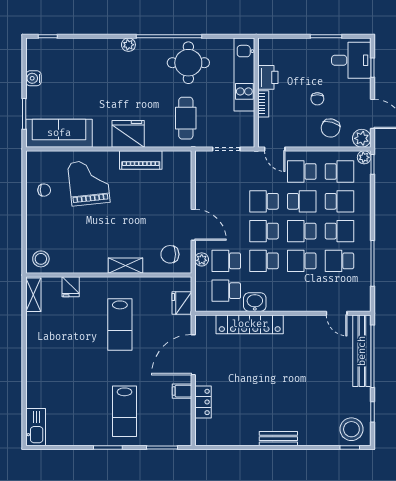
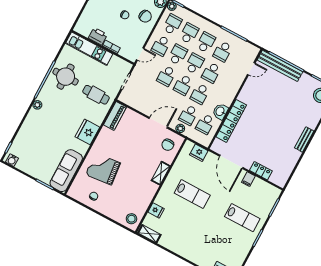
water cooler: (33, 78) -> (12, 160), moved
piano: (141, 160) -> (115, 116), moved
school desk: (302, 231) -> (194, 64), turned 180

